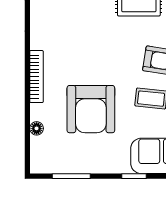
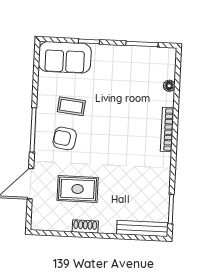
armchair: (91, 109) -> (123, 100), removed

